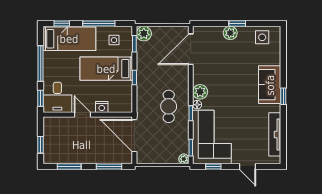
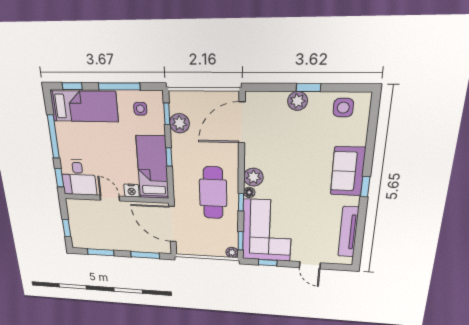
plant: (144, 34) -> (180, 123), moved
bed: (106, 69) -> (153, 167), moved, turned 90
cafe table: (169, 106) -> (213, 193), width x1.37, depth x1.35

